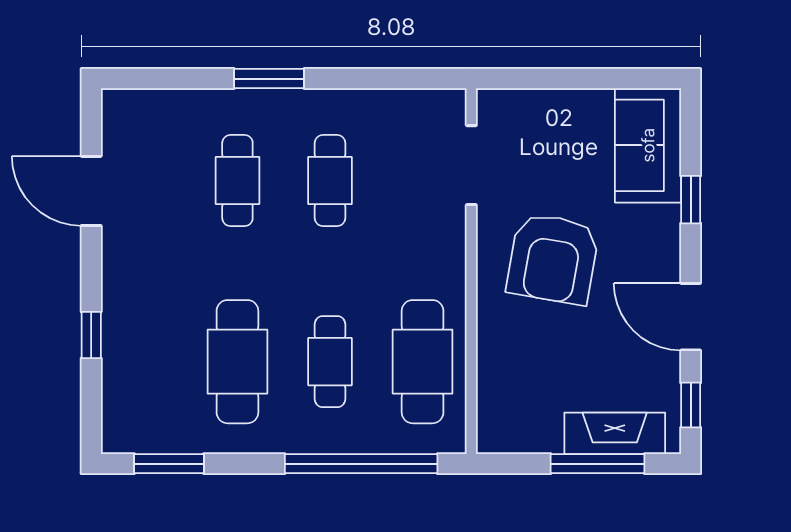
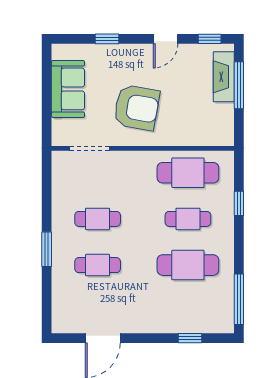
sofa: (648, 145) -> (68, 89), moved, turned -90
door: (691, 317) -> (166, 39), width x0.73
window: (91, 335) -> (190, 338), moved
window: (169, 464) -> (239, 299), width x1.44
window: (361, 464) -> (239, 203), width x0.32

